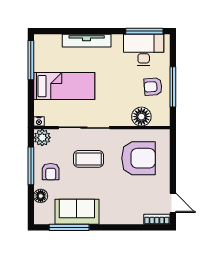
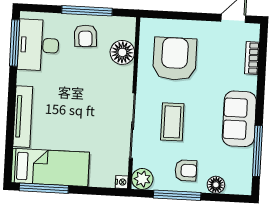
bed: (64, 86) -> (50, 167), moved, turned 90
sofa: (77, 212) -> (239, 119), moved
bookcase: (157, 219) -> (252, 58), moved

